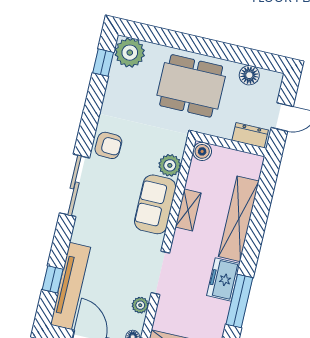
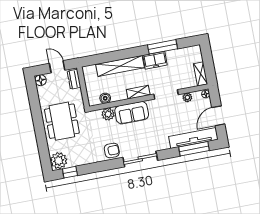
floor lamp: (249, 75) -> (41, 80), moved
armchair: (108, 145) -> (112, 150), turned 88
boiler: (202, 151) -> (105, 98), moved
shelving: (188, 210) -> (138, 92), moved
window: (53, 279) -> (194, 149), width x2.17

